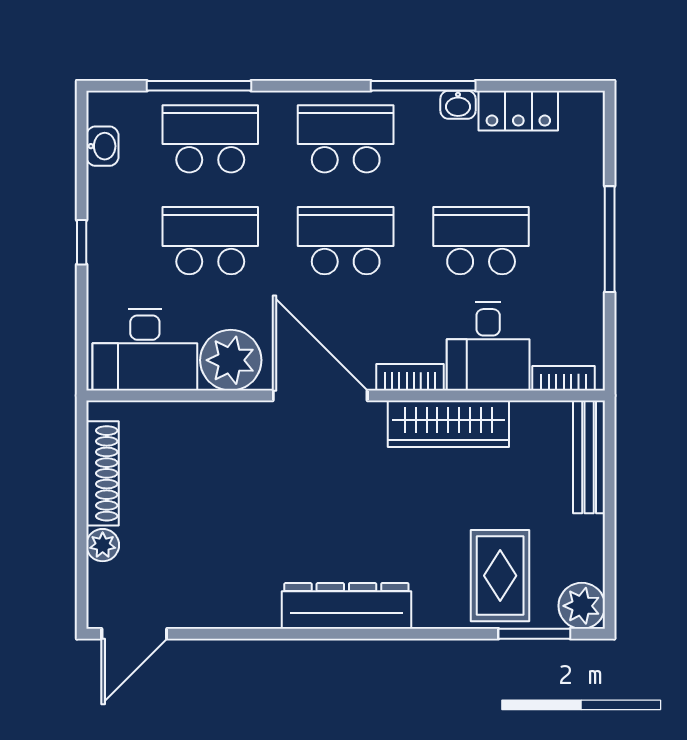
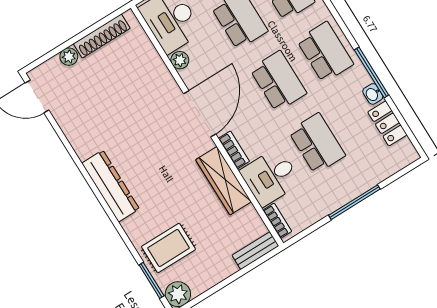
plant: (231, 360) -> (180, 60), width x0.53, depth x0.53
bench: (589, 457) -> (255, 251), width x0.73

